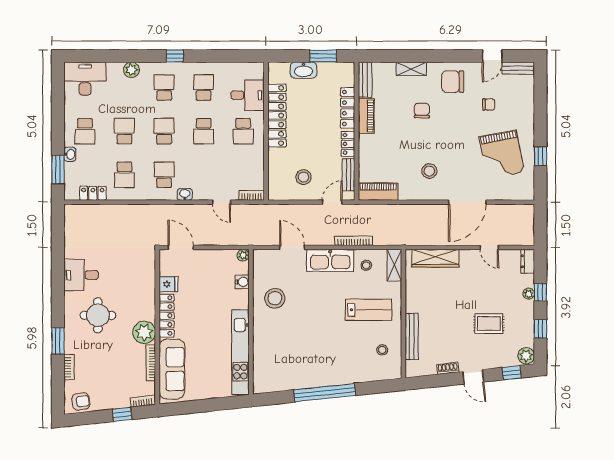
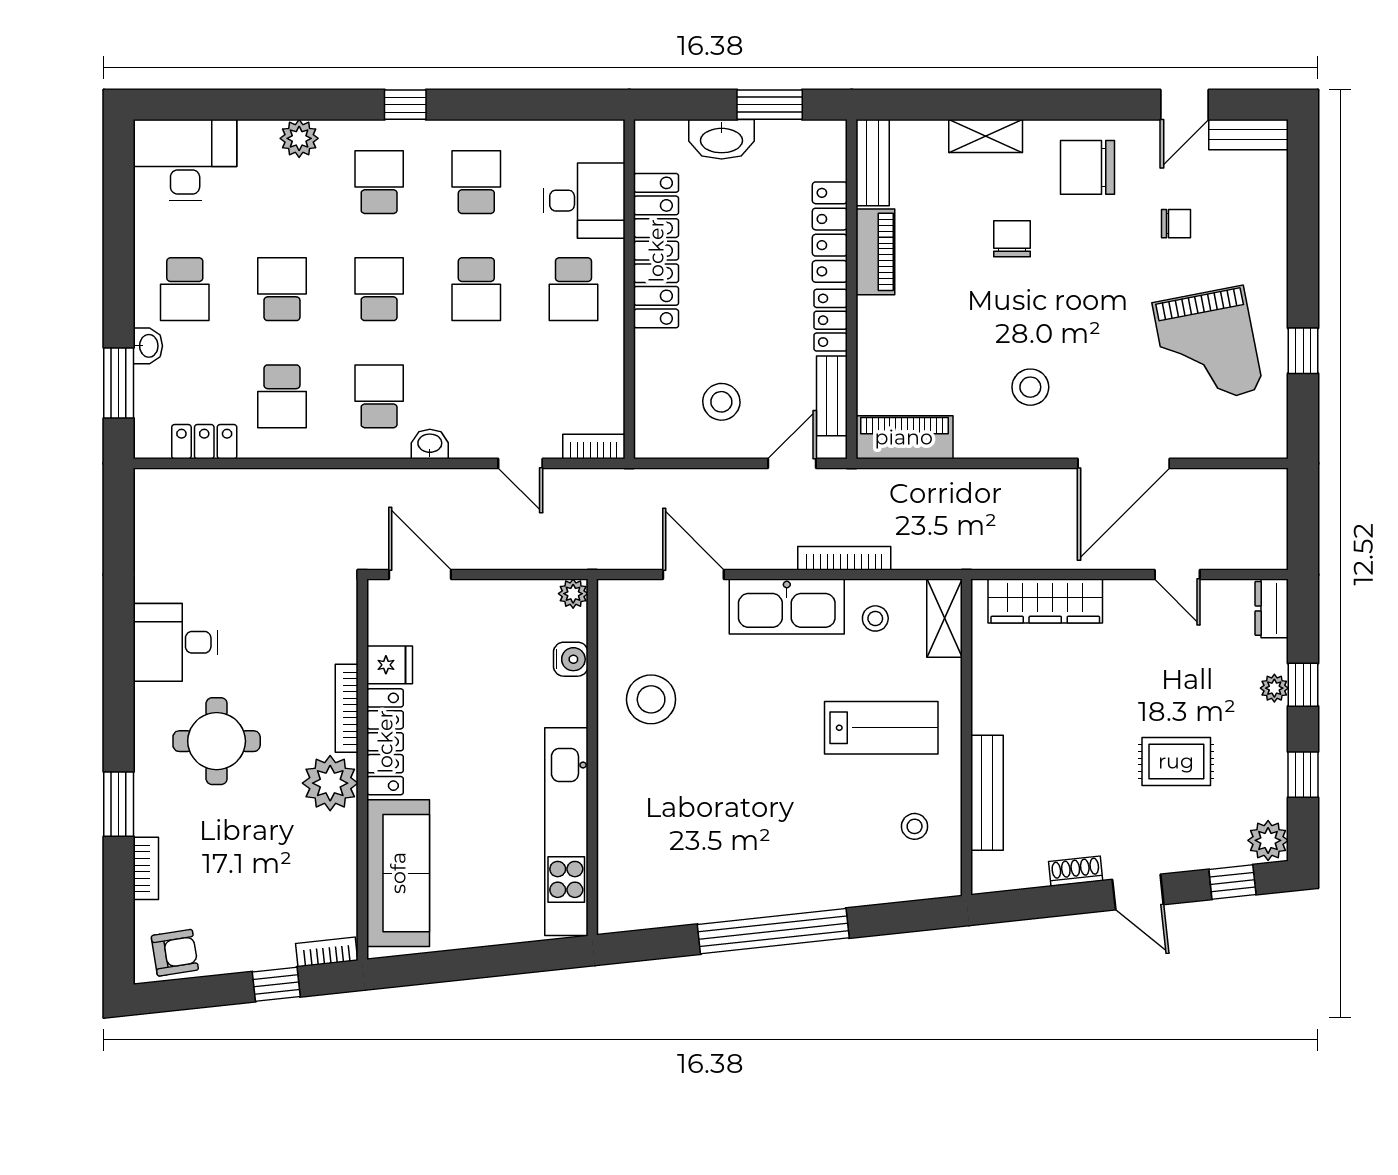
bookcase: (151, 363) -> (347, 708), moved

